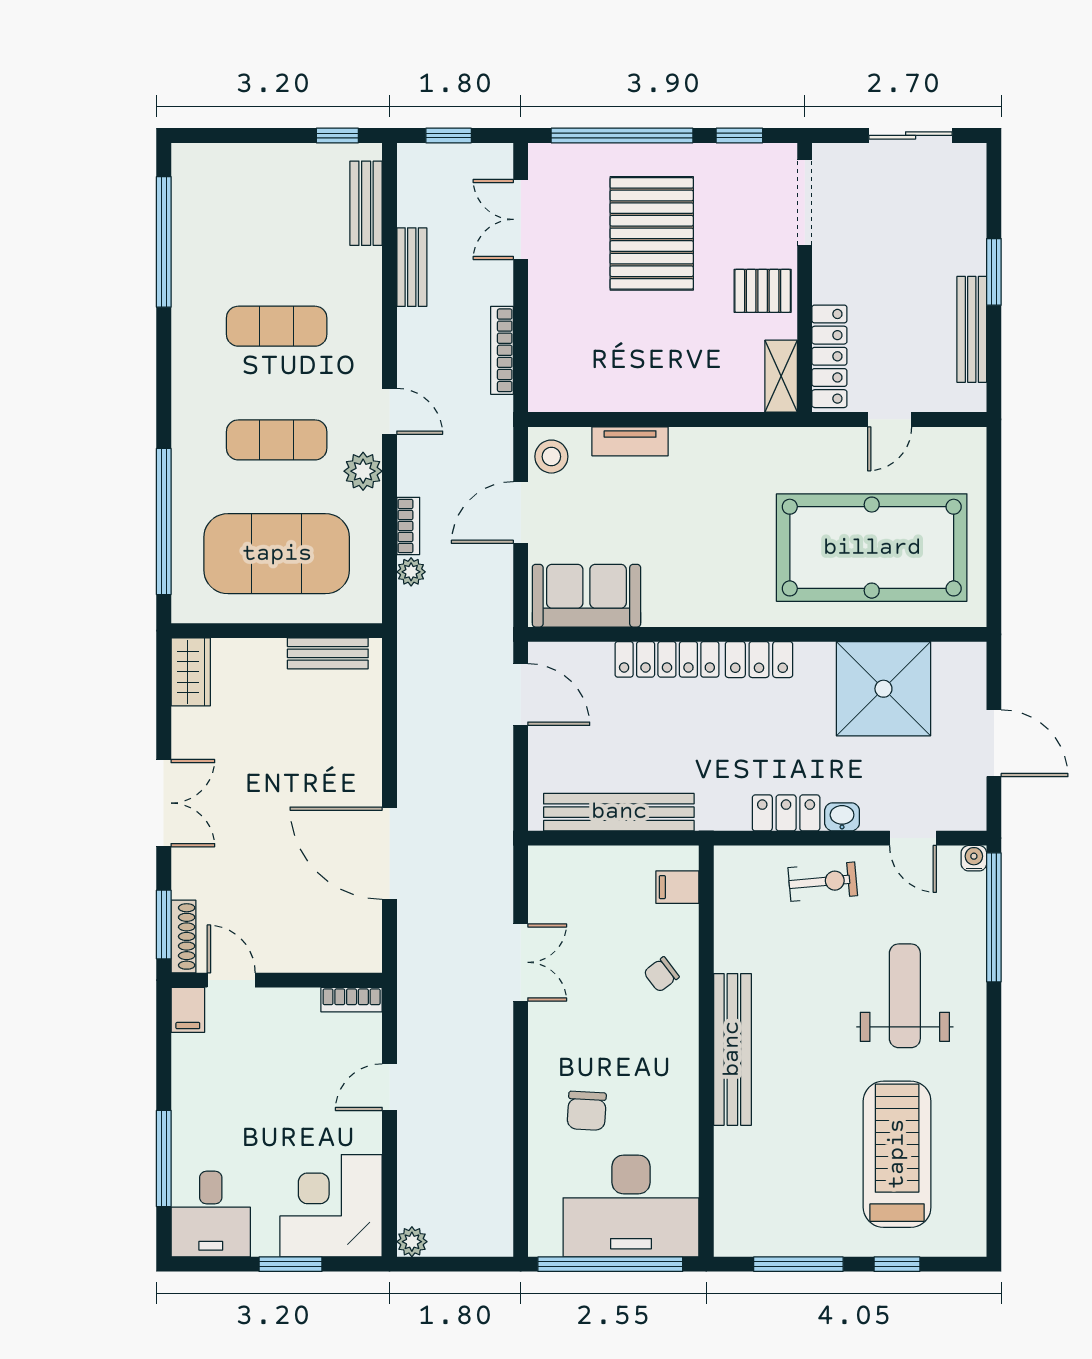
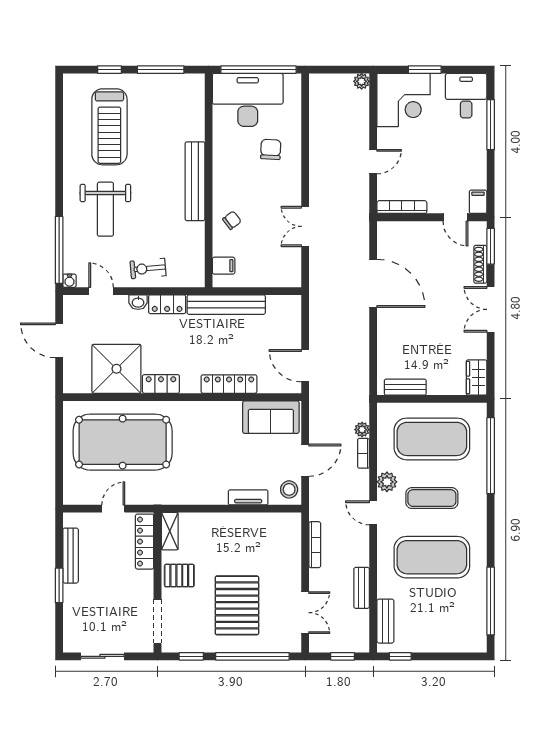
exercise mat: (277, 326) -> (432, 557), width x2.00, depth x1.45
locker: (759, 660) -> (161, 384), moved
bench: (619, 812) -> (226, 305), moved
shoe rack: (183, 936) -> (480, 264), moved
bookcase: (352, 1000) -> (402, 207), width x1.56

